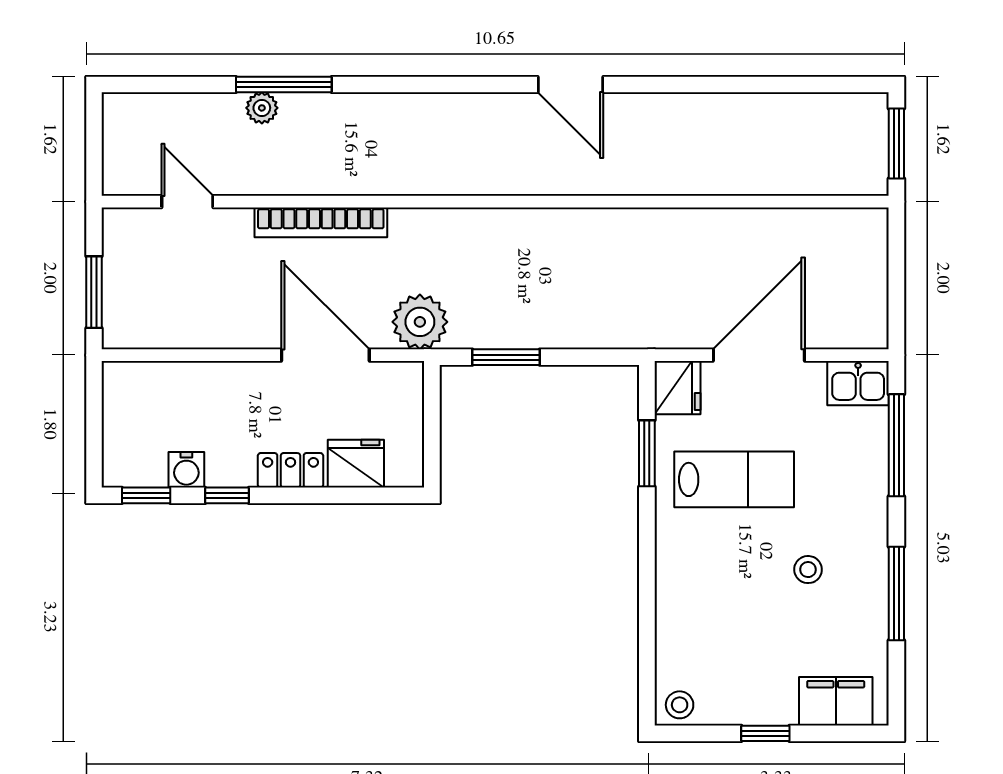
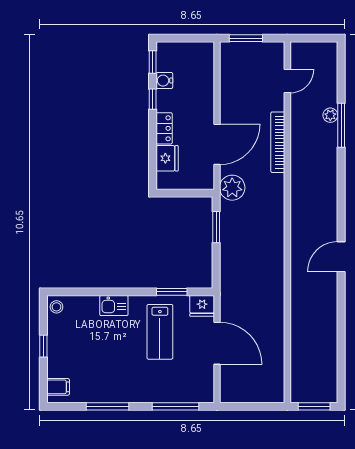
kitchen sink: (858, 383) -> (114, 306), moved, turned -90
stool: (808, 570) -> (119, 366), removed
filing cabinet: (836, 701) -> (58, 387), width x0.50

